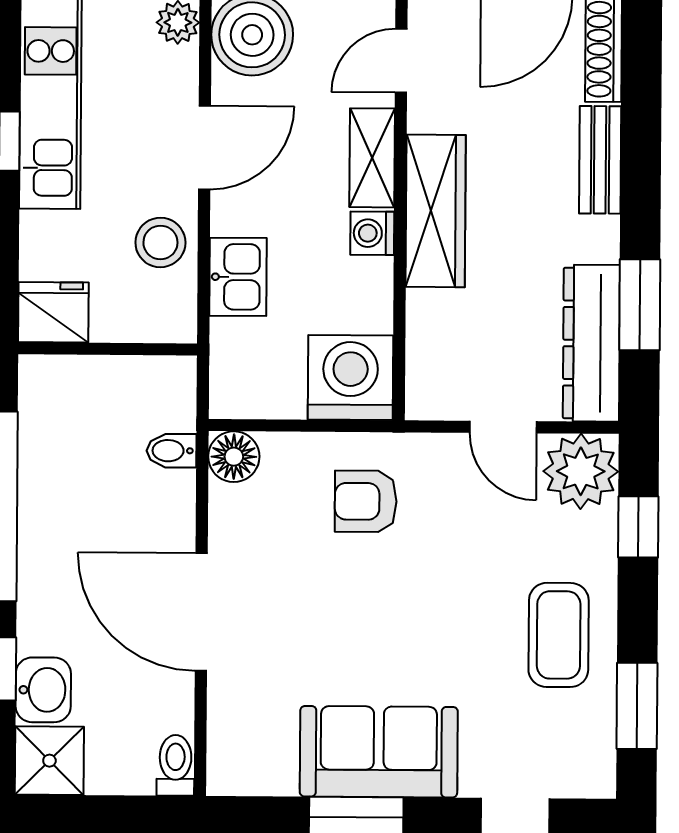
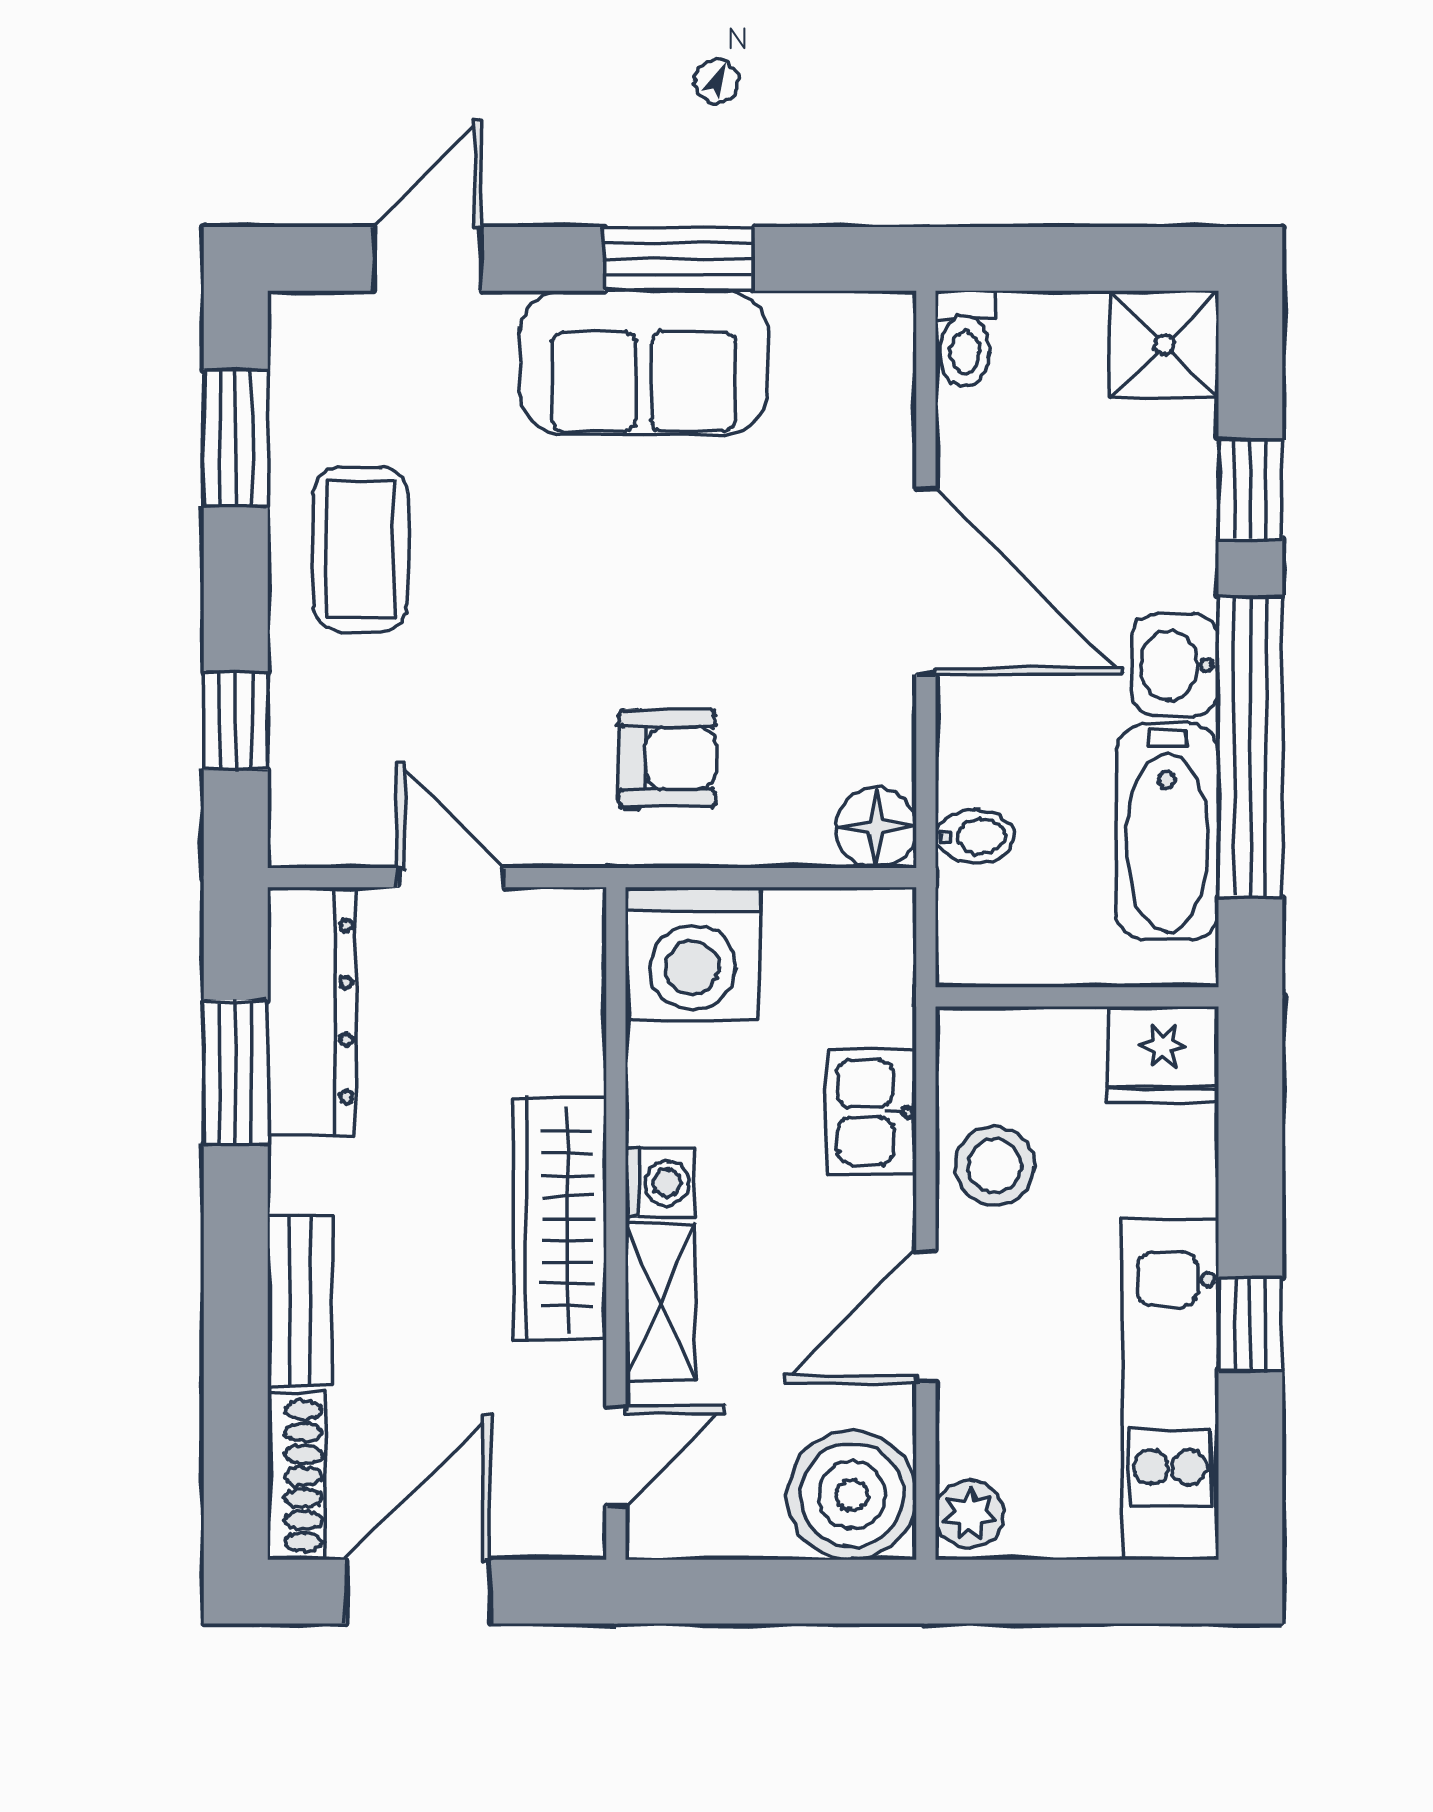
bathtub: (50, 453) -> (1167, 832), added
plant: (581, 471) -> (327, 808), removed
washbasin: (43, 690) -> (1175, 665), moved

